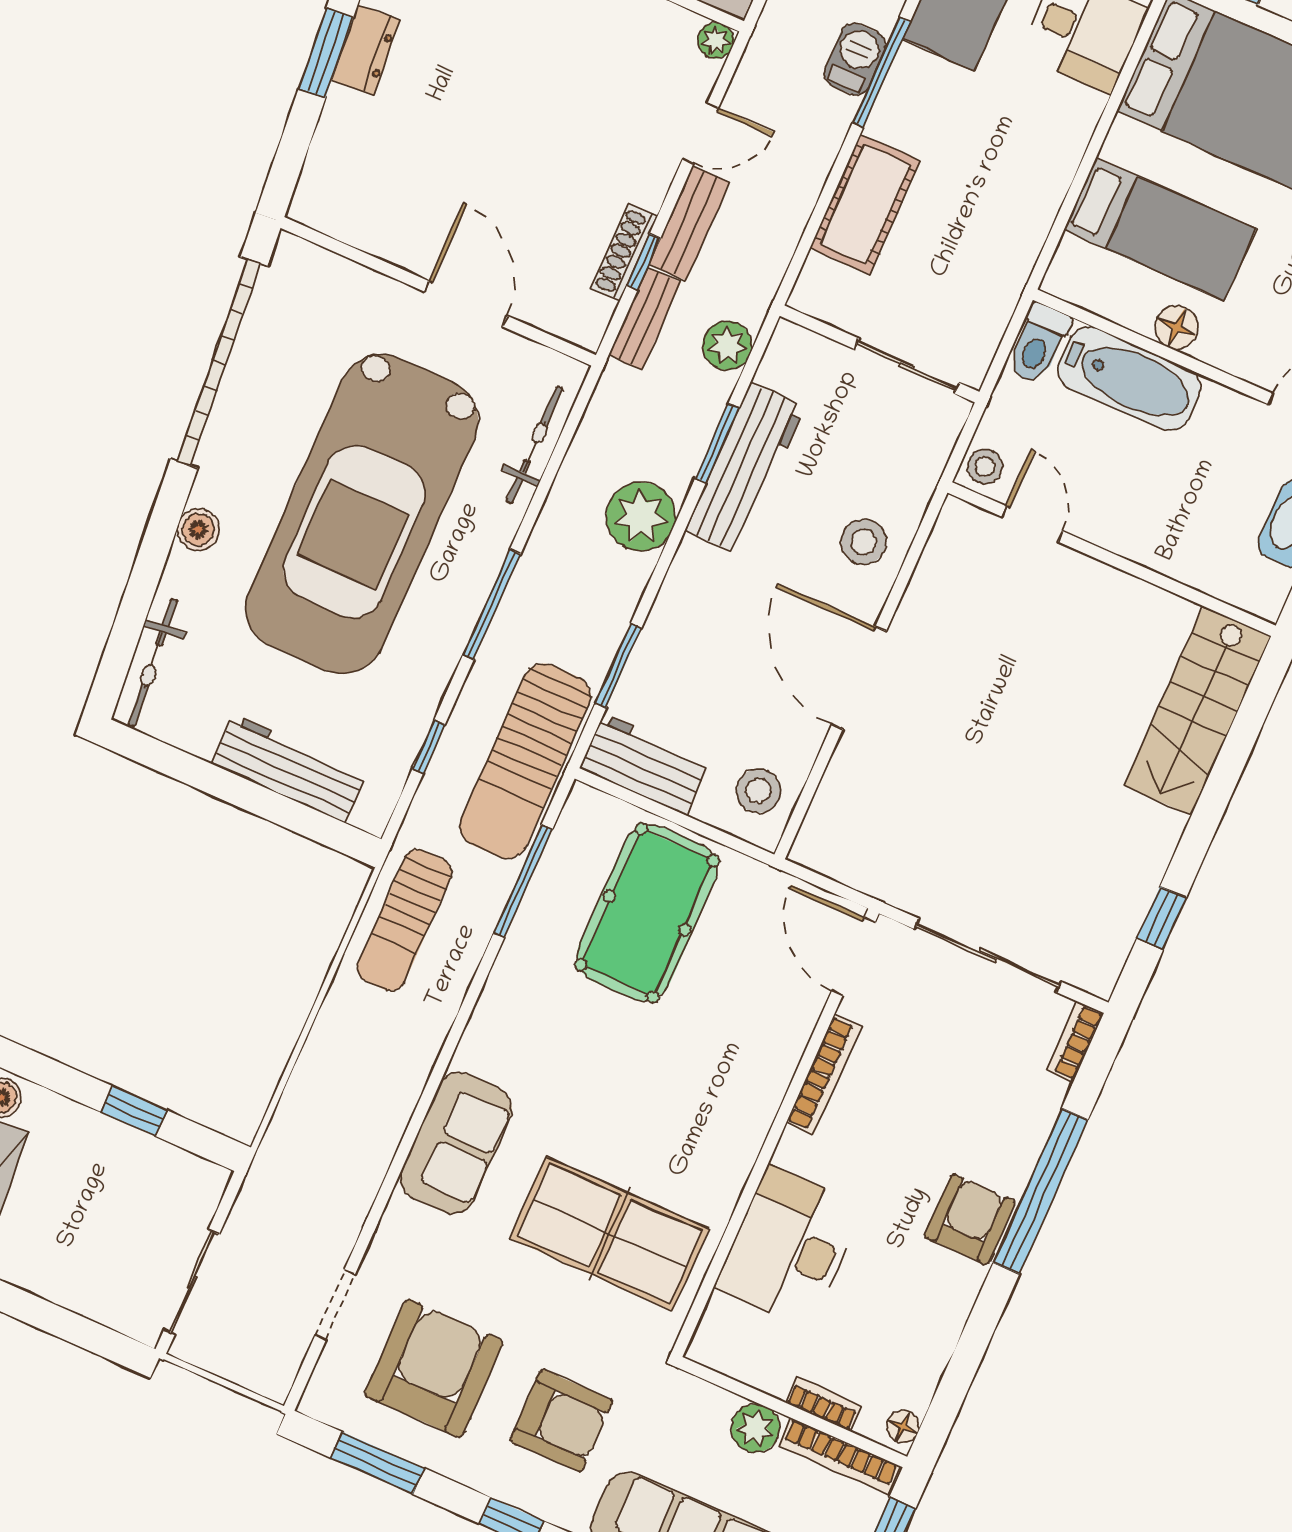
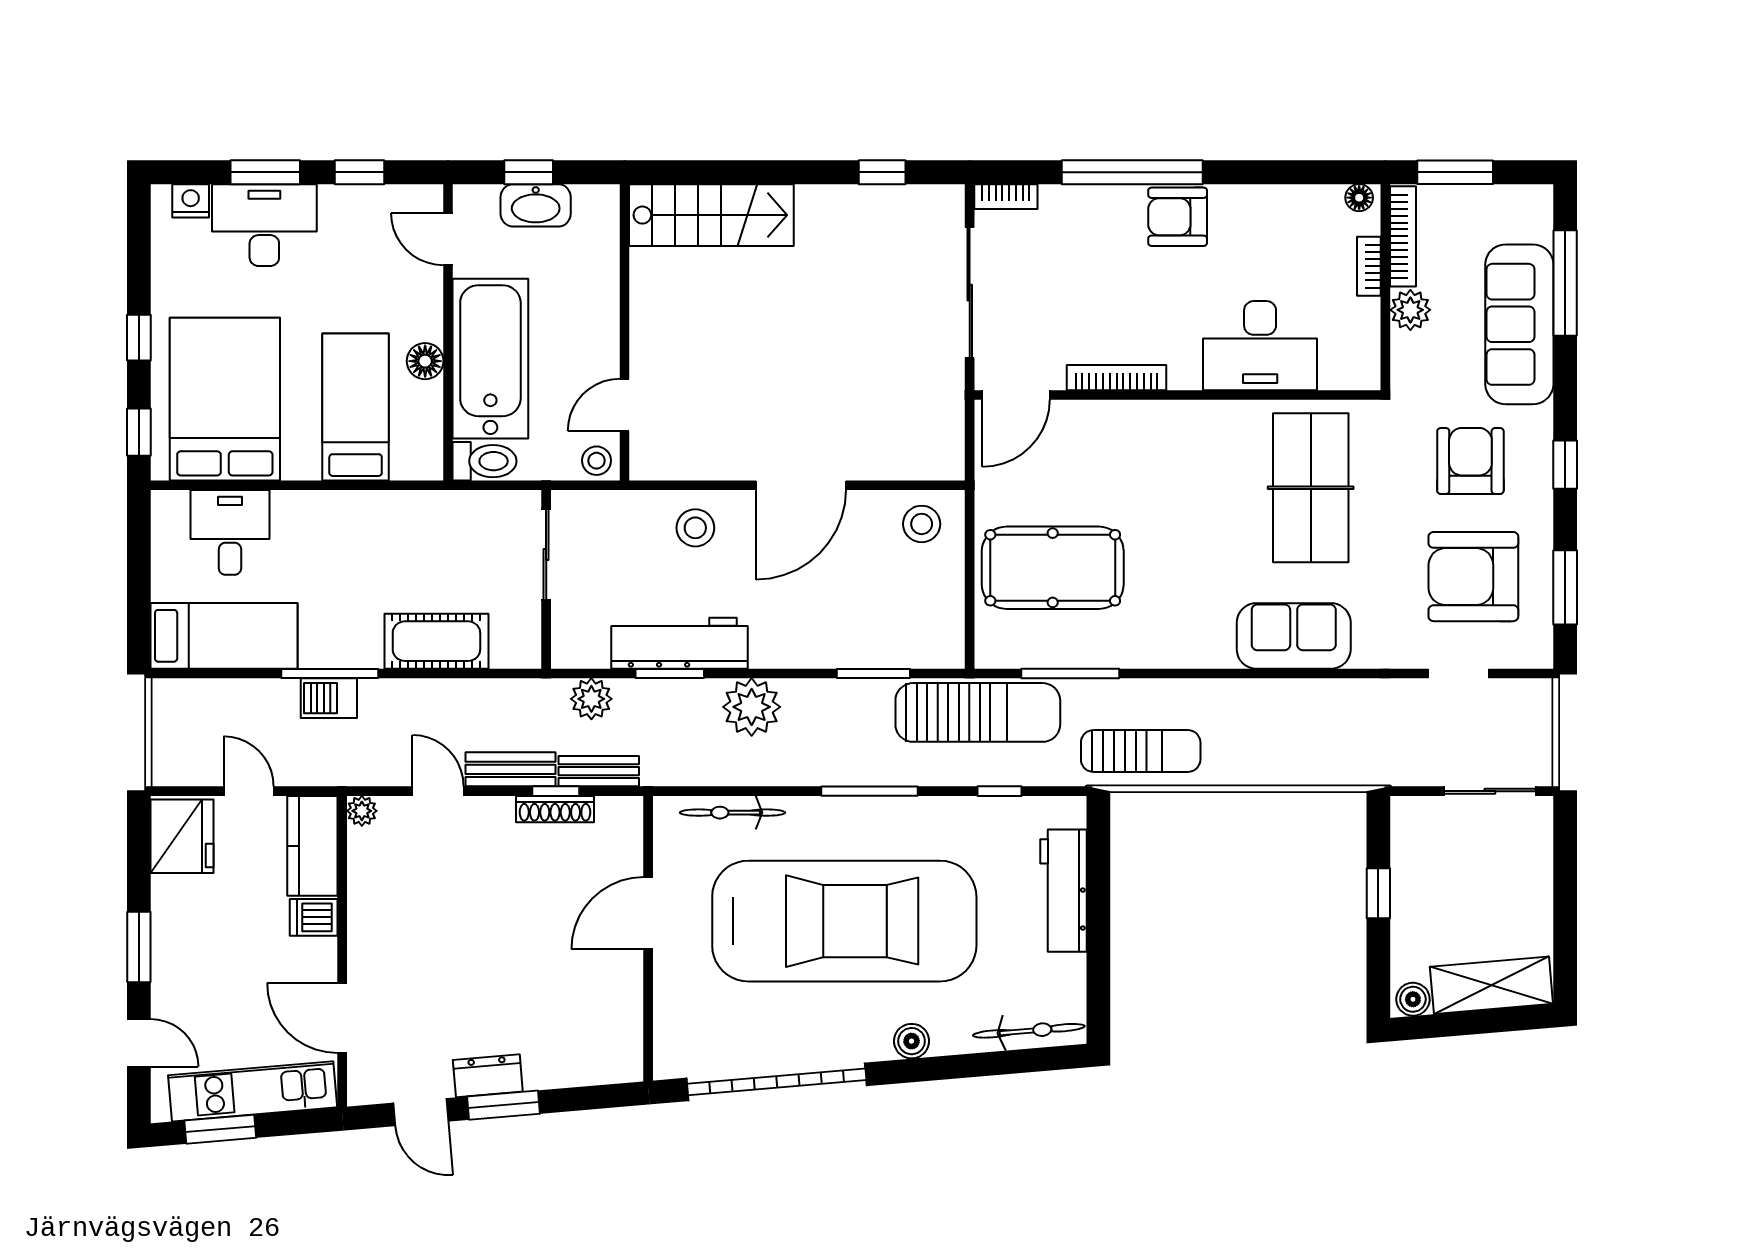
bathtub: (1129, 379) -> (490, 359), width x1.36, depth x1.36
workbench: (645, 764) -> (940, 620), removed

